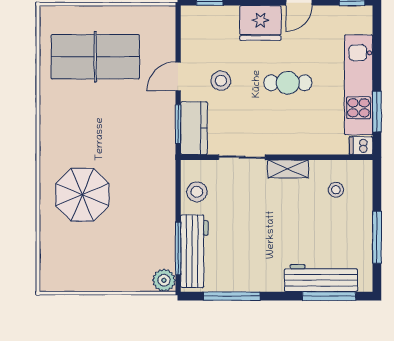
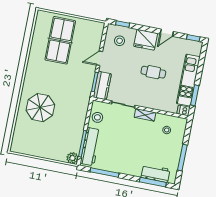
table tennis table: (95, 57) -> (60, 40), turned 90
stool: (221, 81) -> (120, 41), moved
workbench: (321, 278) -> (155, 173), width x0.73

